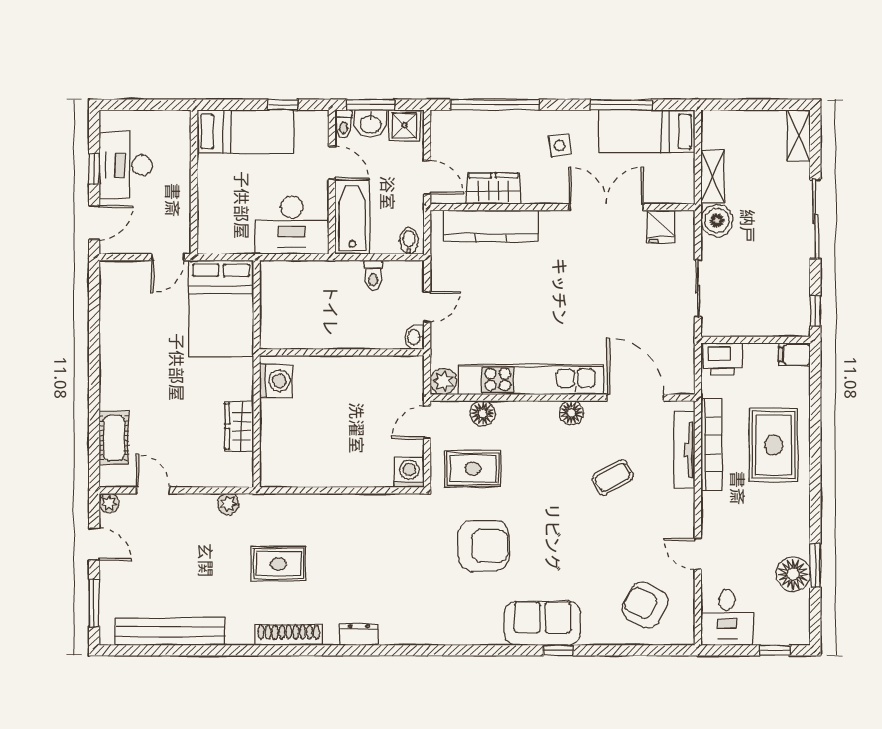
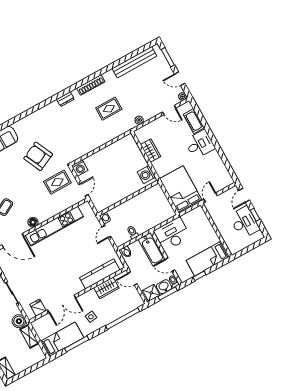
plant: (443, 381) -> (86, 208), removed
desk: (128, 382) -> (200, 144), added
floor lamp: (483, 413) -> (65, 204), removed
armchair: (483, 546) -> (38, 156), turned 65

